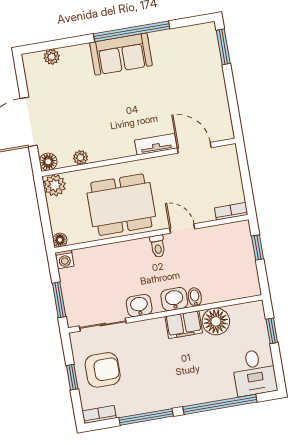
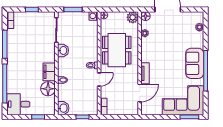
corner sofa: (194, 64) -> (183, 100), added
washbasin: (174, 299) -> (63, 108), moved
armchair: (103, 370) -> (33, 26), removed

